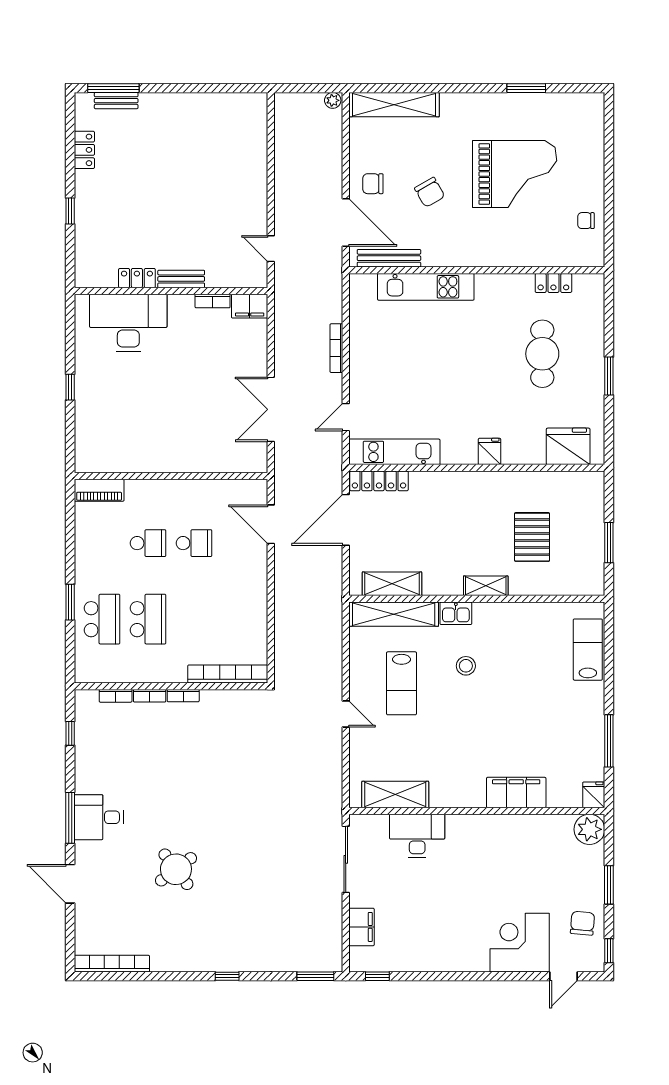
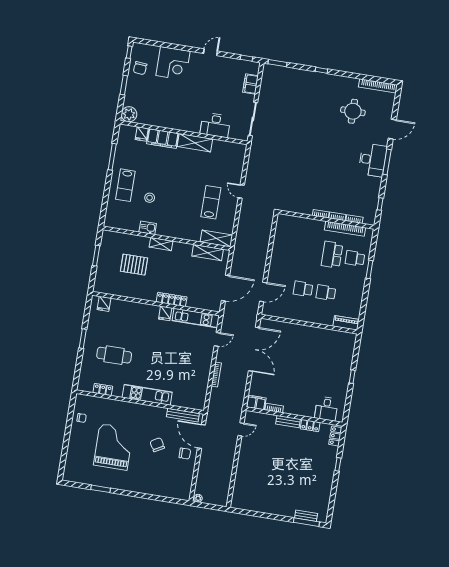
shelving: (394, 105) -> (168, 491), removed
locker: (84, 150) -> (335, 436), moved
grand piano: (515, 174) -> (113, 447), turned 90
door: (271, 249) -> (241, 429), hinge flipped
kitchen unit: (426, 287) -> (147, 395), moved
desk: (128, 323) -> (326, 409), width x0.53, depth x0.77
cafe table: (542, 354) -> (114, 355), turned 90
double door: (271, 409) -> (254, 349), width x1.36
fridge: (568, 446) -> (104, 304), width x0.53, depth x0.75
fridge: (490, 451) -> (165, 313), moved
locker: (379, 481) -> (172, 299), moved
door: (271, 524) -> (263, 292), hinge flipped
pallet: (532, 537) -> (134, 265), turned 90
kitchen sink: (456, 613) -> (148, 228), moved
shelving: (394, 614) -> (216, 238), width x0.68
school desk: (102, 619) -> (355, 258), width x0.54
lab bench: (588, 650) -> (125, 185), moved
stool: (466, 666) -> (150, 198), moved
bookcase: (228, 674) -> (345, 229), moved
shelving: (395, 795) -> (195, 143), moved
fridge: (594, 795) -> (142, 134), moved
desk: (99, 817) -> (373, 160), width x1.37
round table: (176, 869) -> (353, 111), moved, turned 37
door: (70, 884) -> (392, 129), hinge flipped
door: (563, 976) -> (210, 52), moved

